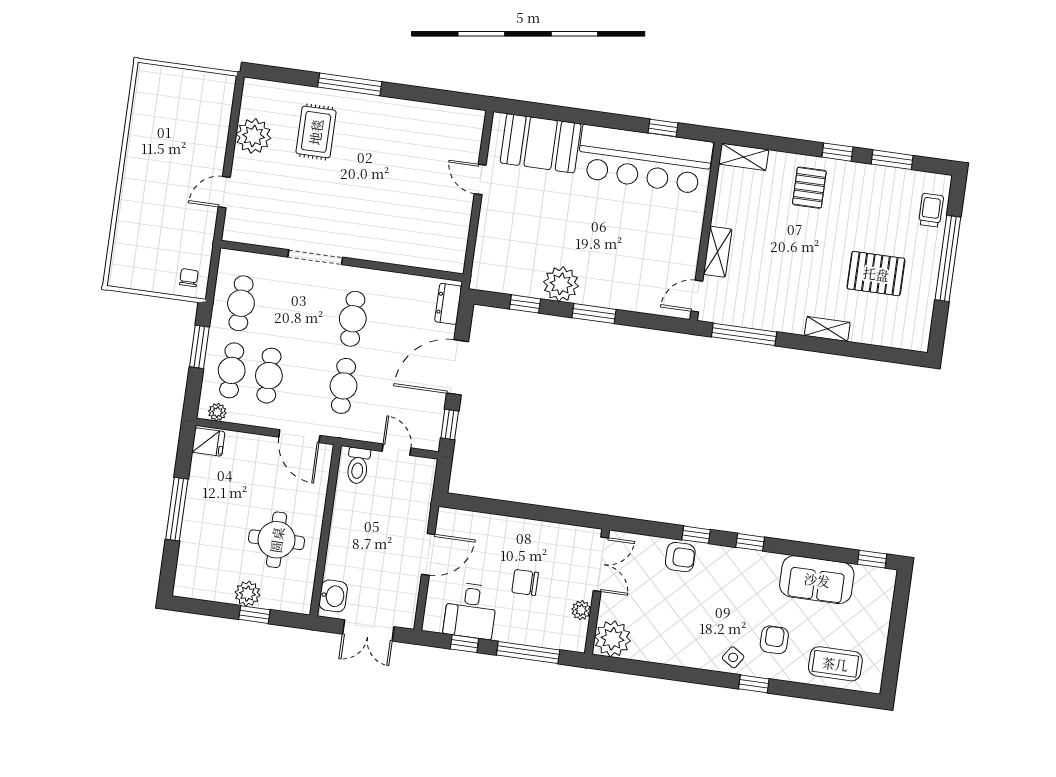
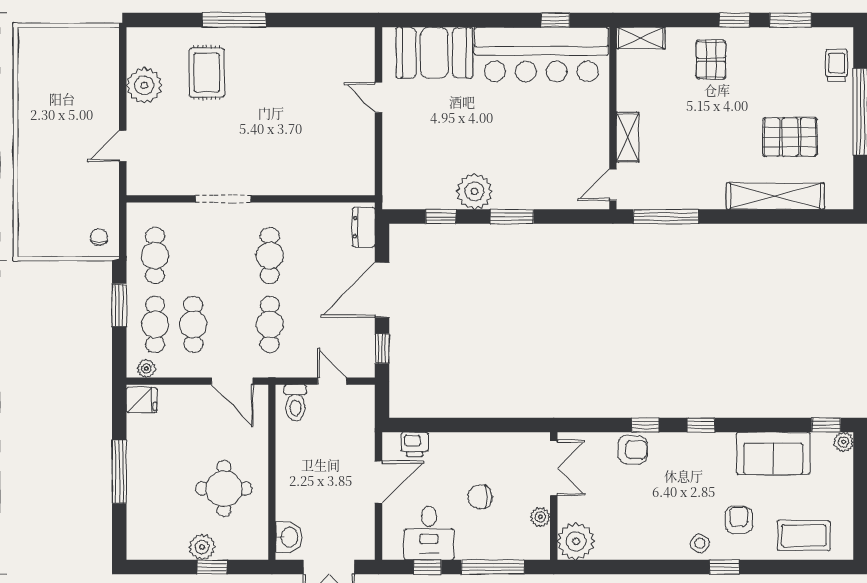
shelving: (827, 329) -> (775, 196), width x2.20, depth x1.33
printer: (469, 522) -> (415, 444), added
plant: (887, 578) -> (844, 442), added

